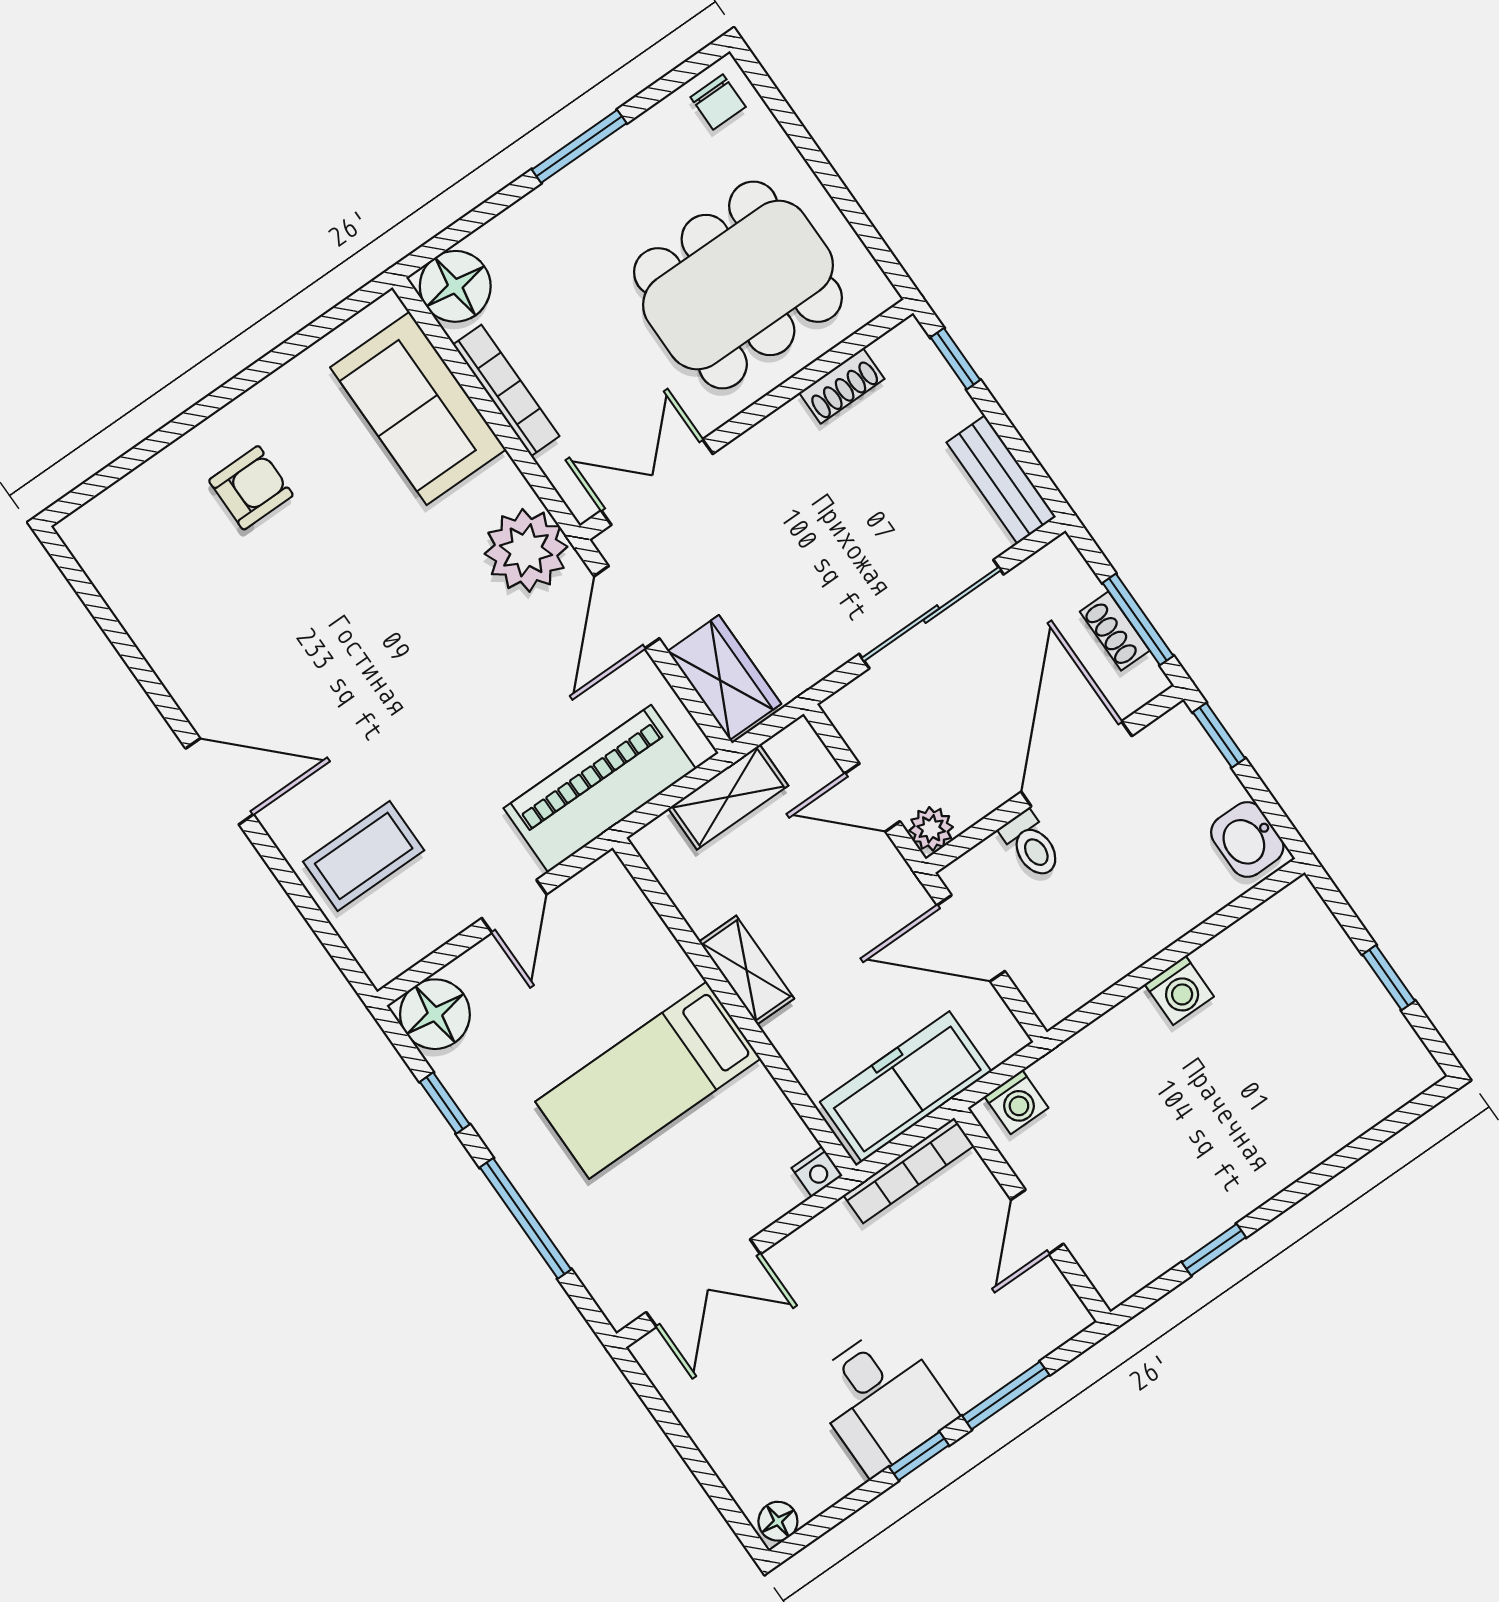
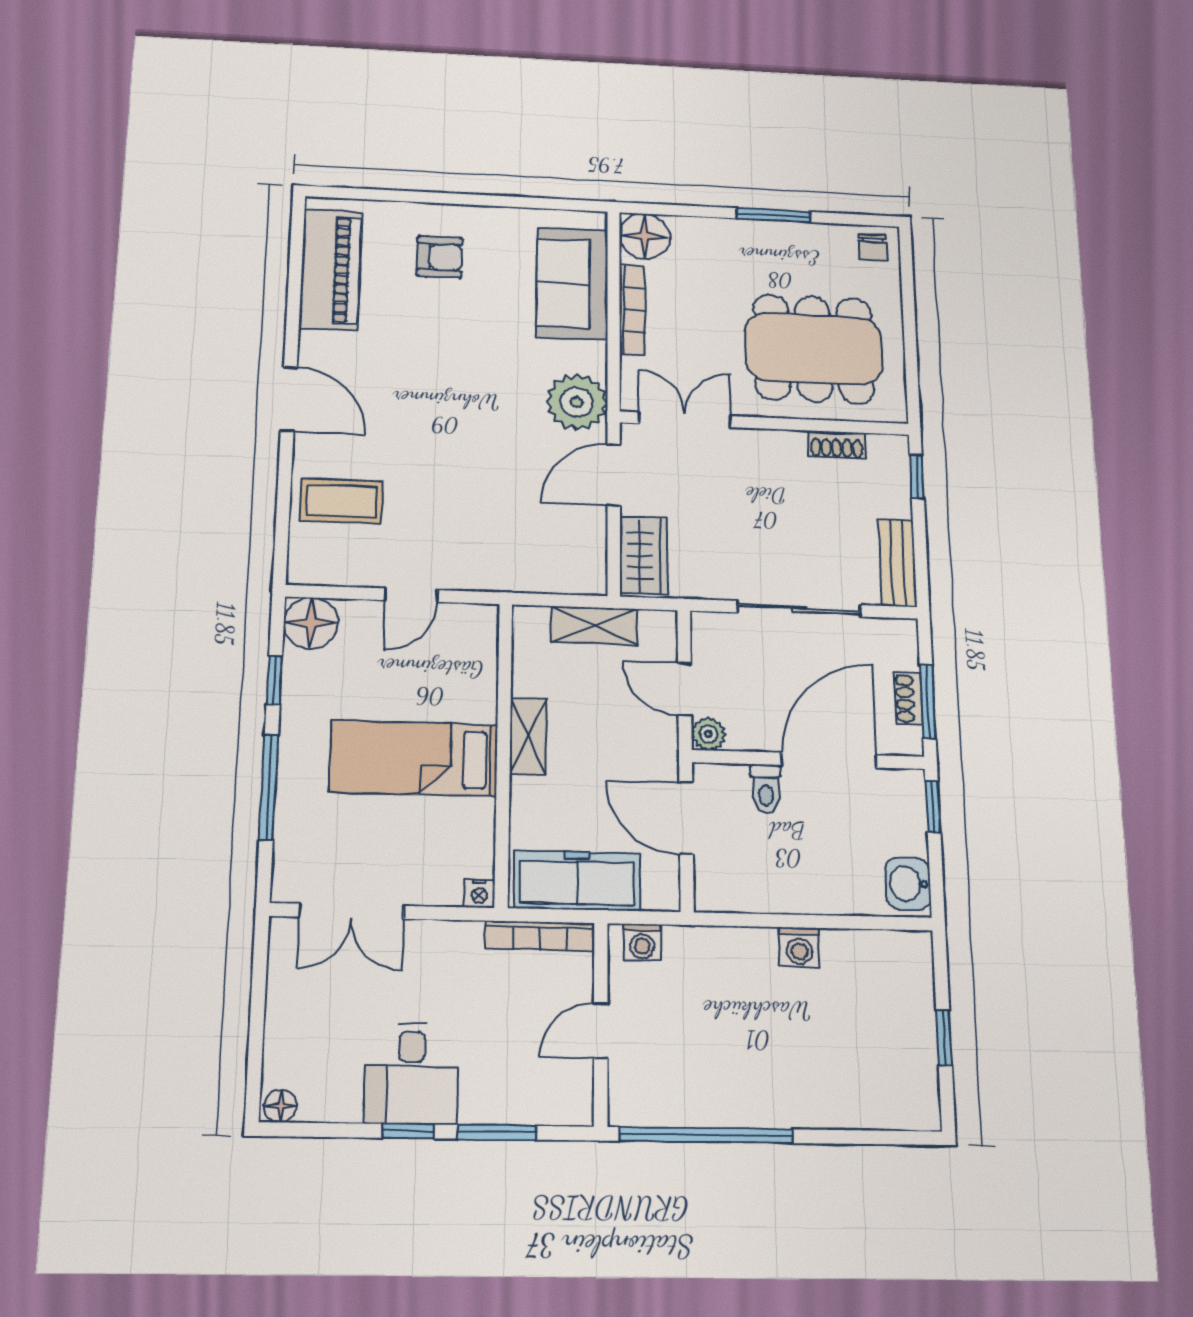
piano: (600, 789) -> (331, 269), moved, turned 90
window: (1214, 1250) -> (706, 1135), width x3.17

